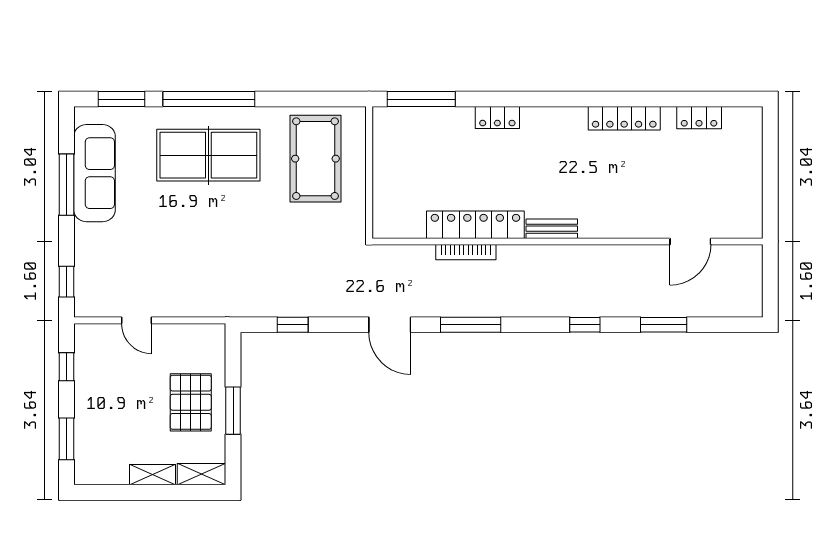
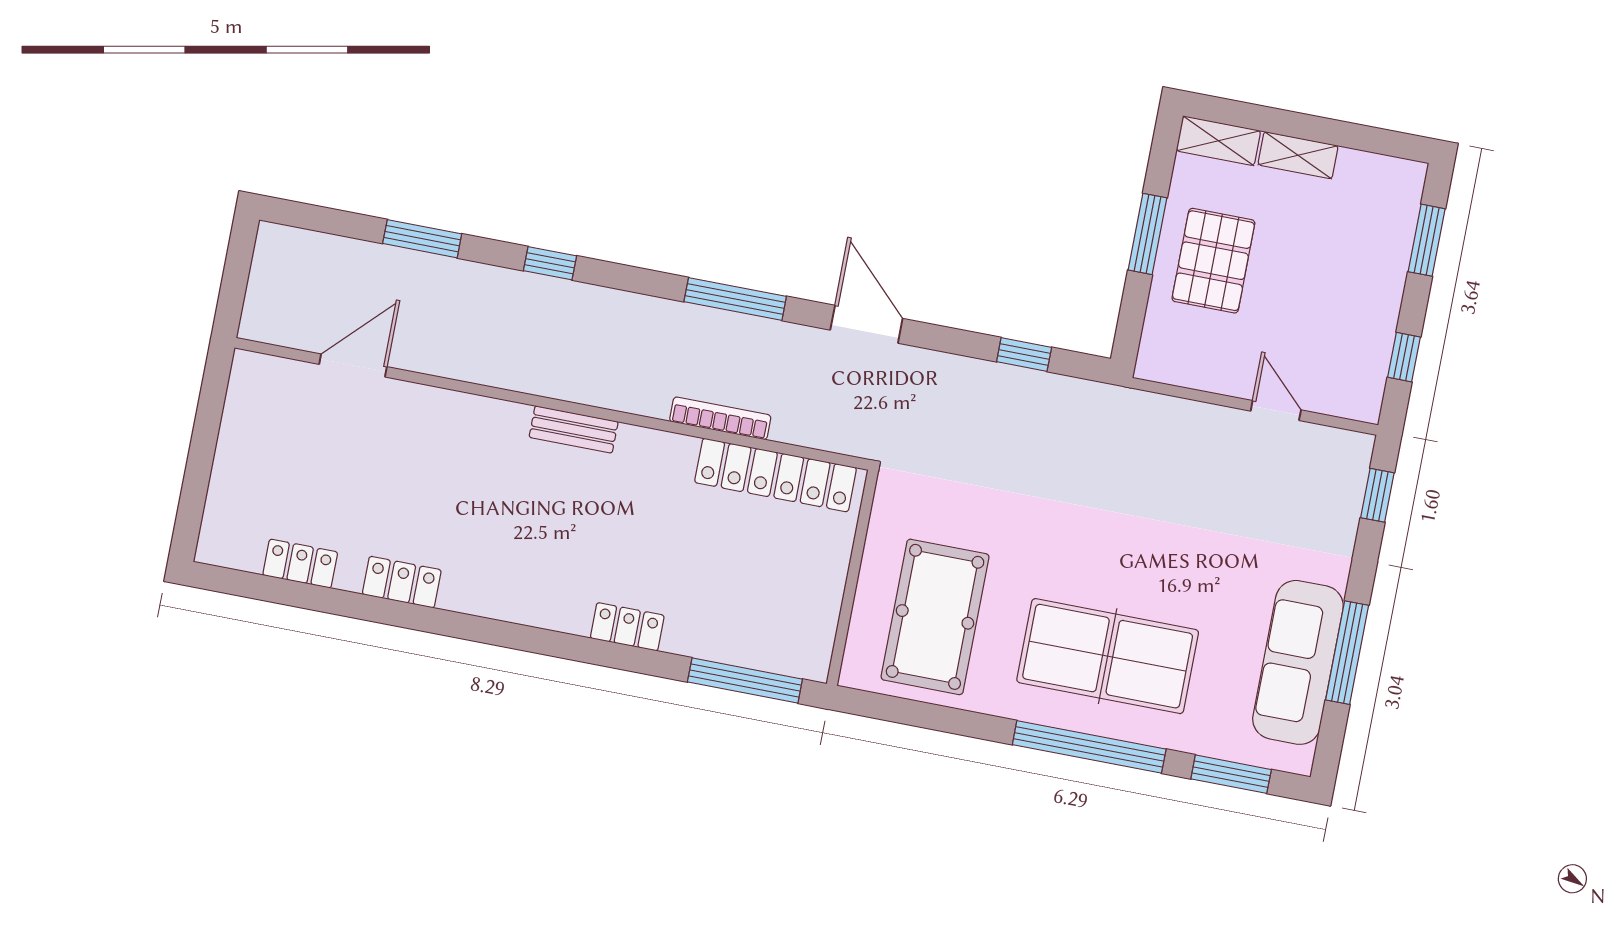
locker: (624, 118) -> (402, 582), width x0.66
locker: (475, 225) -> (776, 475), moved

